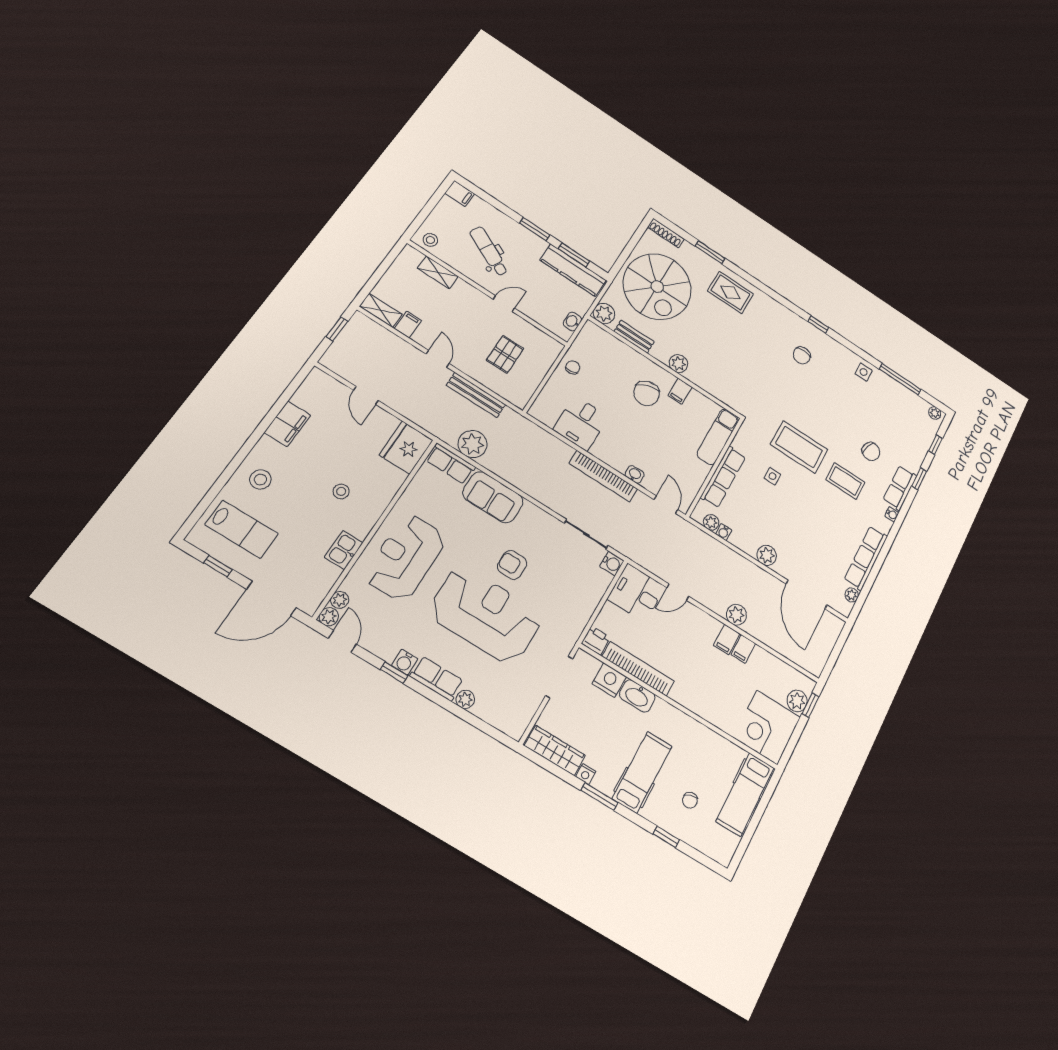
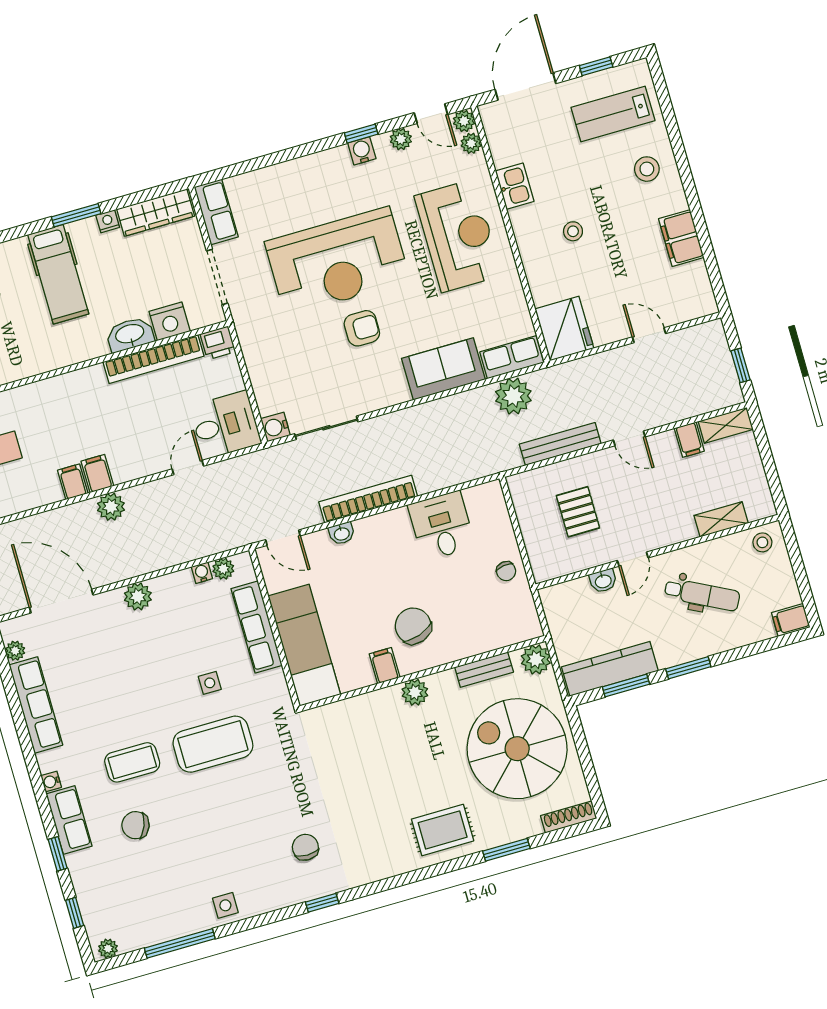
washbasin: (572, 321) -> (603, 581), moved, turned 90
exam couch: (718, 437) -> (304, 645), width x1.36, depth x1.45
row of seats: (437, 679) -> (216, 212), moved, turned -90
plant: (465, 699) -> (401, 139), moved

